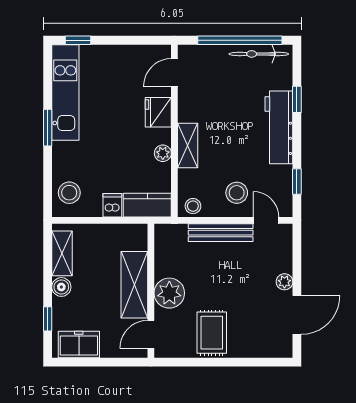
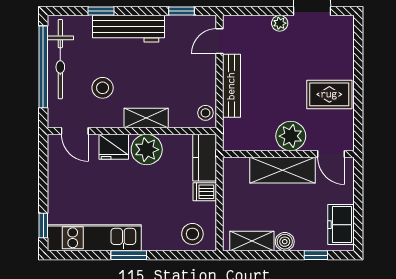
bicycle: (259, 54) -> (60, 59), width x1.37, depth x1.40
plant: (163, 153) -> (147, 150), width x1.88, depth x1.88
stool: (237, 193) -> (103, 88), moved

